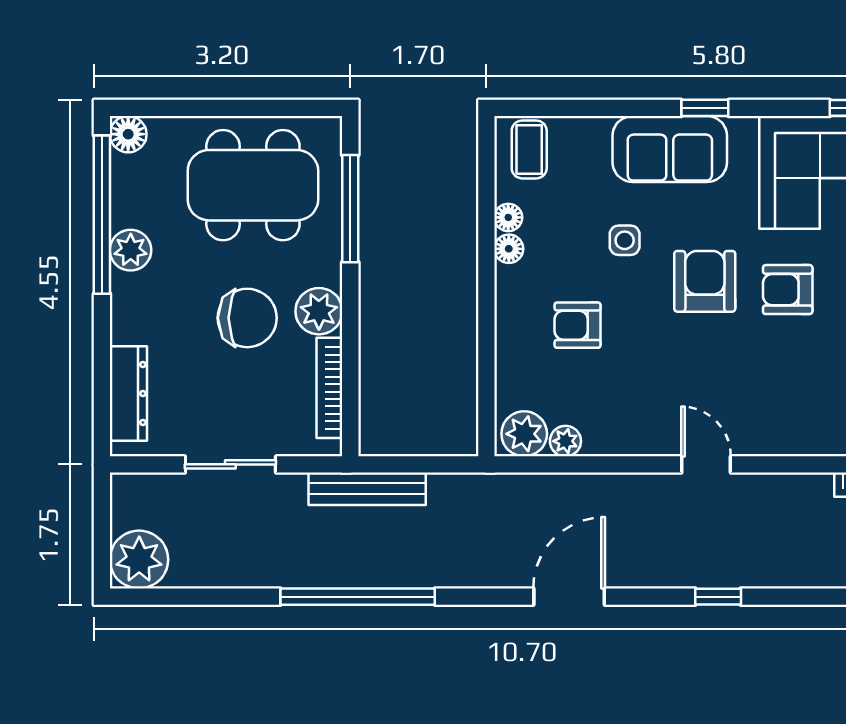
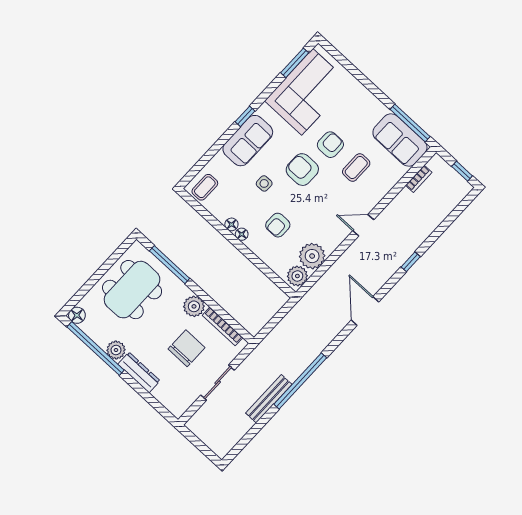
coffee table: (529, 149) -> (205, 187), turned 90
floor lamp: (508, 217) -> (242, 234), moved
armchair: (788, 290) -> (330, 145), turned 180
chair: (247, 318) -> (186, 348), moved
coffee table: (789, 366) -> (356, 167), added
dresser: (128, 394) -> (139, 372), moved
plant: (565, 441) -> (312, 256), width x1.87, depth x1.87
bench: (367, 489) -> (269, 399), moved
plant: (139, 560) -> (221, 442), removed

